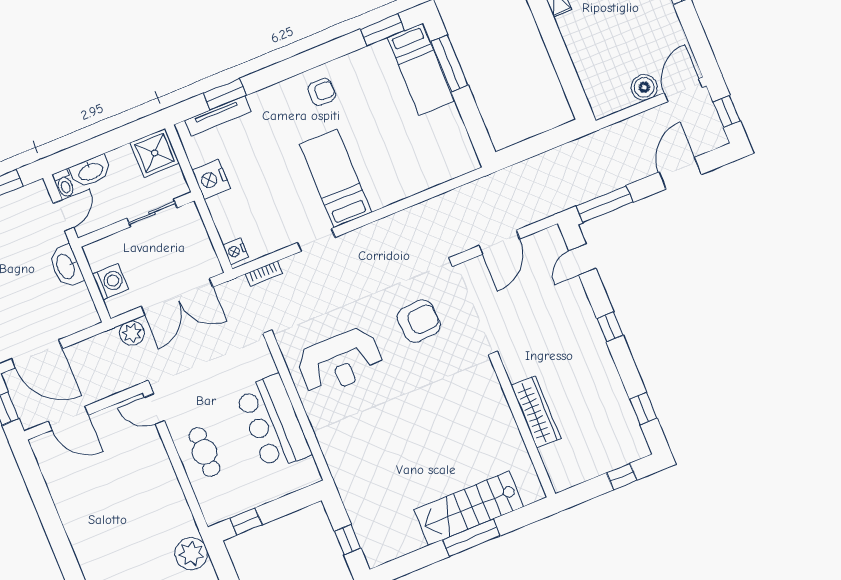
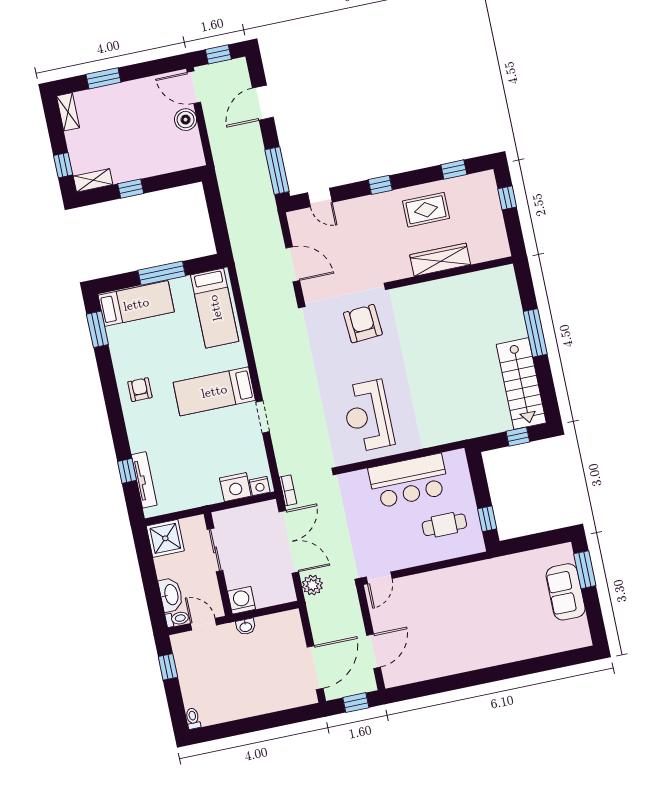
window: (552, 38) -> (131, 189), added
window: (449, 63) -> (162, 273), moved
window: (225, 94) -> (127, 471), width x0.67
bed: (432, 161) -> (215, 308), added
door: (680, 173) -> (263, 103), hinge flipped
nightstand: (211, 179) -> (235, 487), moved
washbasin: (66, 266) -> (246, 627), width x0.52, depth x0.69
bookcase: (264, 274) -> (288, 490), moved
washing machine: (110, 282) -> (242, 600), moved
armchair: (419, 321) -> (363, 324), moved
reception desk: (340, 361) -> (368, 416), turned 180
rug: (591, 385) -> (426, 210), added
cafe table: (204, 452) -> (444, 525), moved
stairs: (469, 508) -> (521, 384), moved
plant: (191, 554) -> (506, 569), removed

